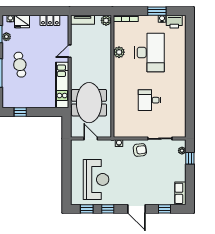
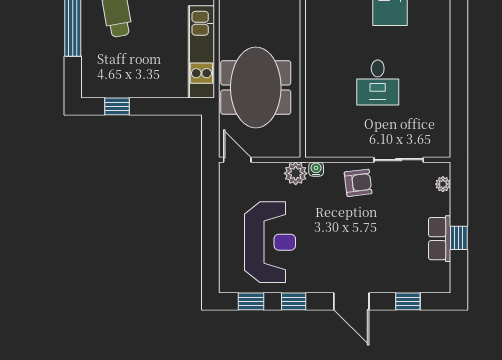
desk: (150, 100) -> (378, 82), turned -90
door: (91, 139) -> (237, 160), moved
plant: (109, 145) -> (296, 173), added
window: (190, 158) -> (459, 238), moved
row of seats: (180, 193) -> (440, 239), moved

